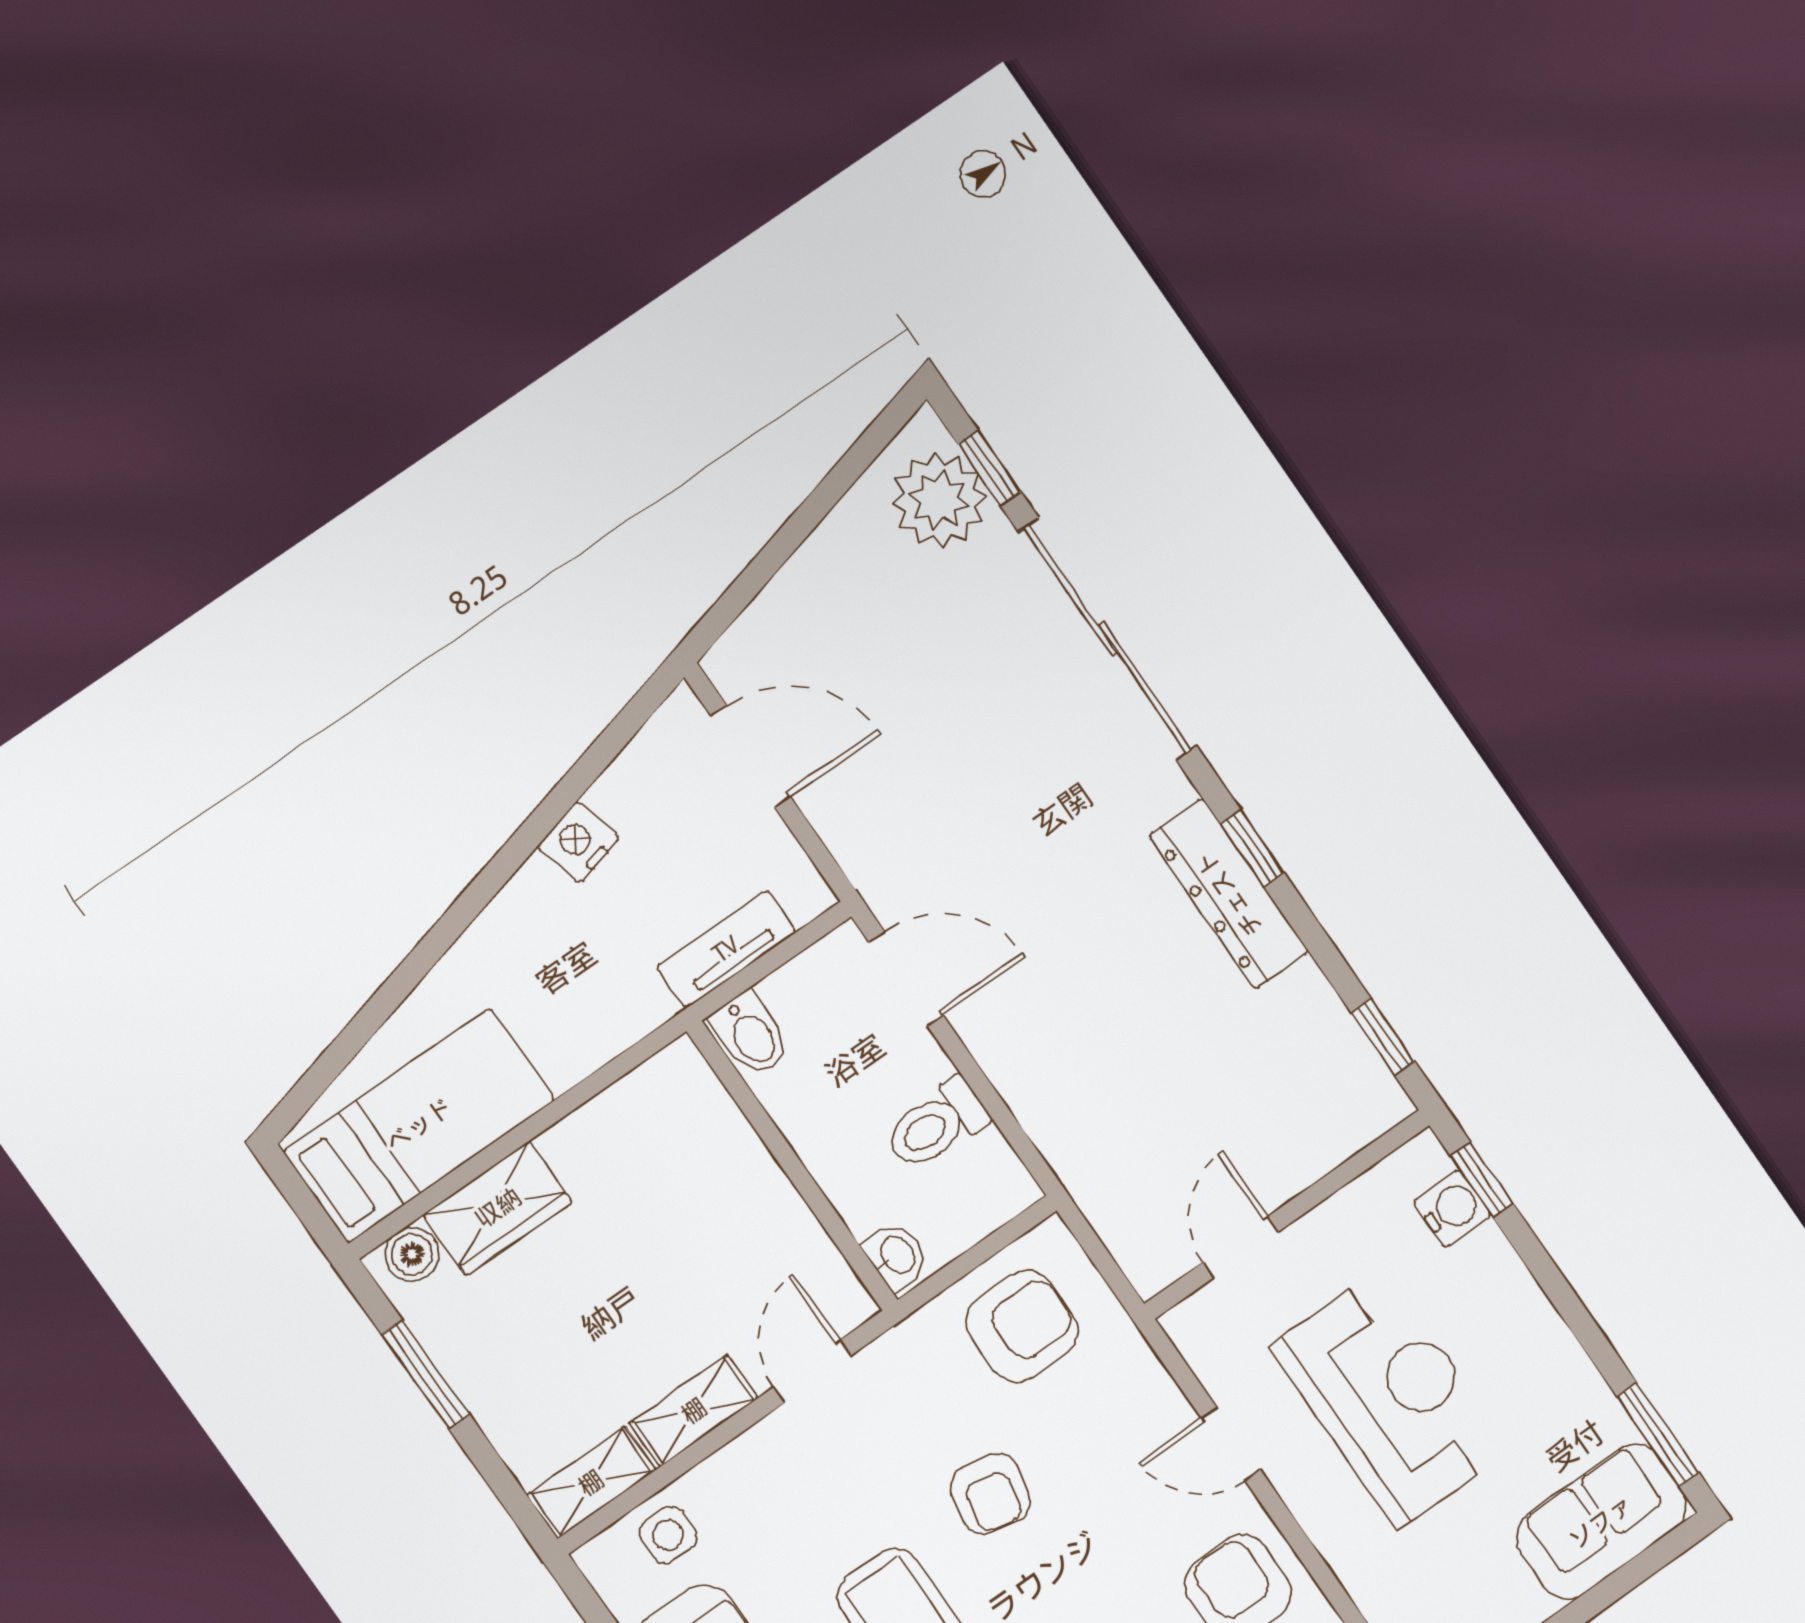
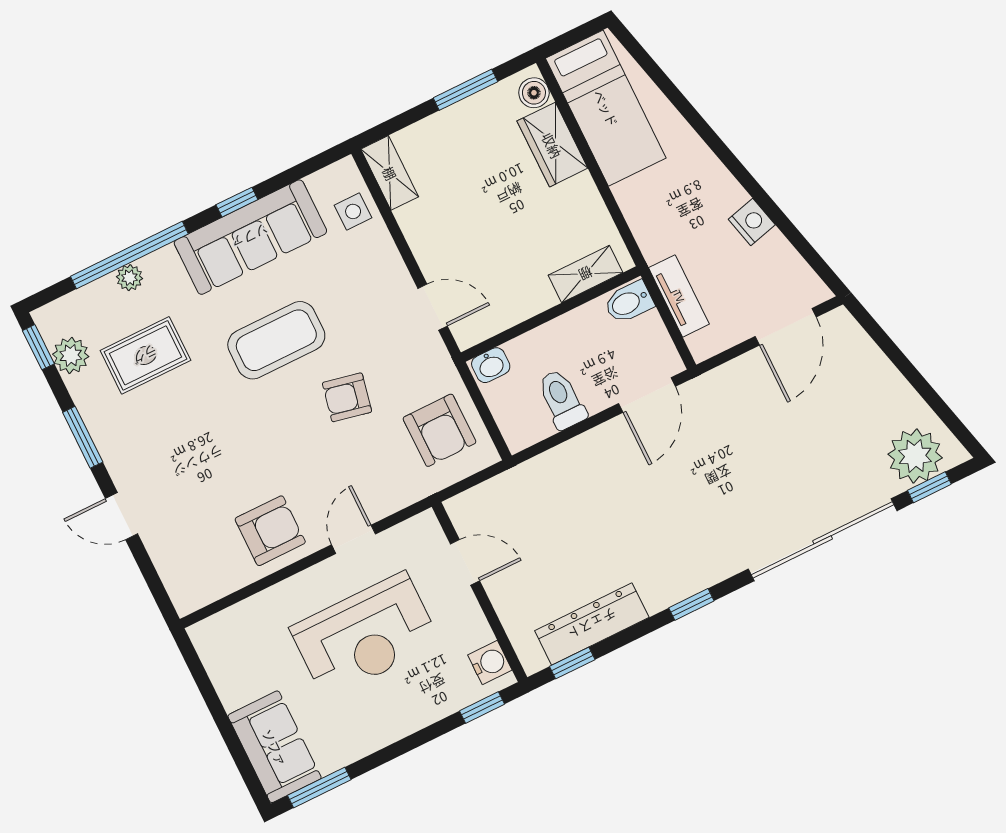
dresser: (1229, 894) -> (592, 624), moved
water cooler: (1452, 1209) -> (490, 663), moved, turned -90
shelving: (694, 1411) -> (586, 274), moved, turned 90

